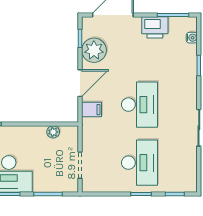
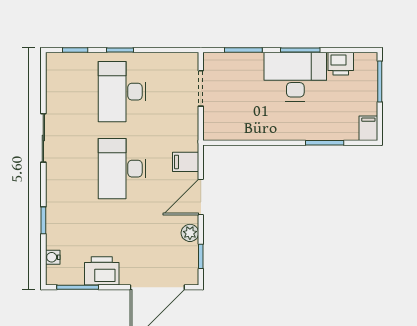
plant: (94, 50) -> (190, 233), width x0.53, depth x0.53
plant: (53, 132) -> (236, 132), removed

